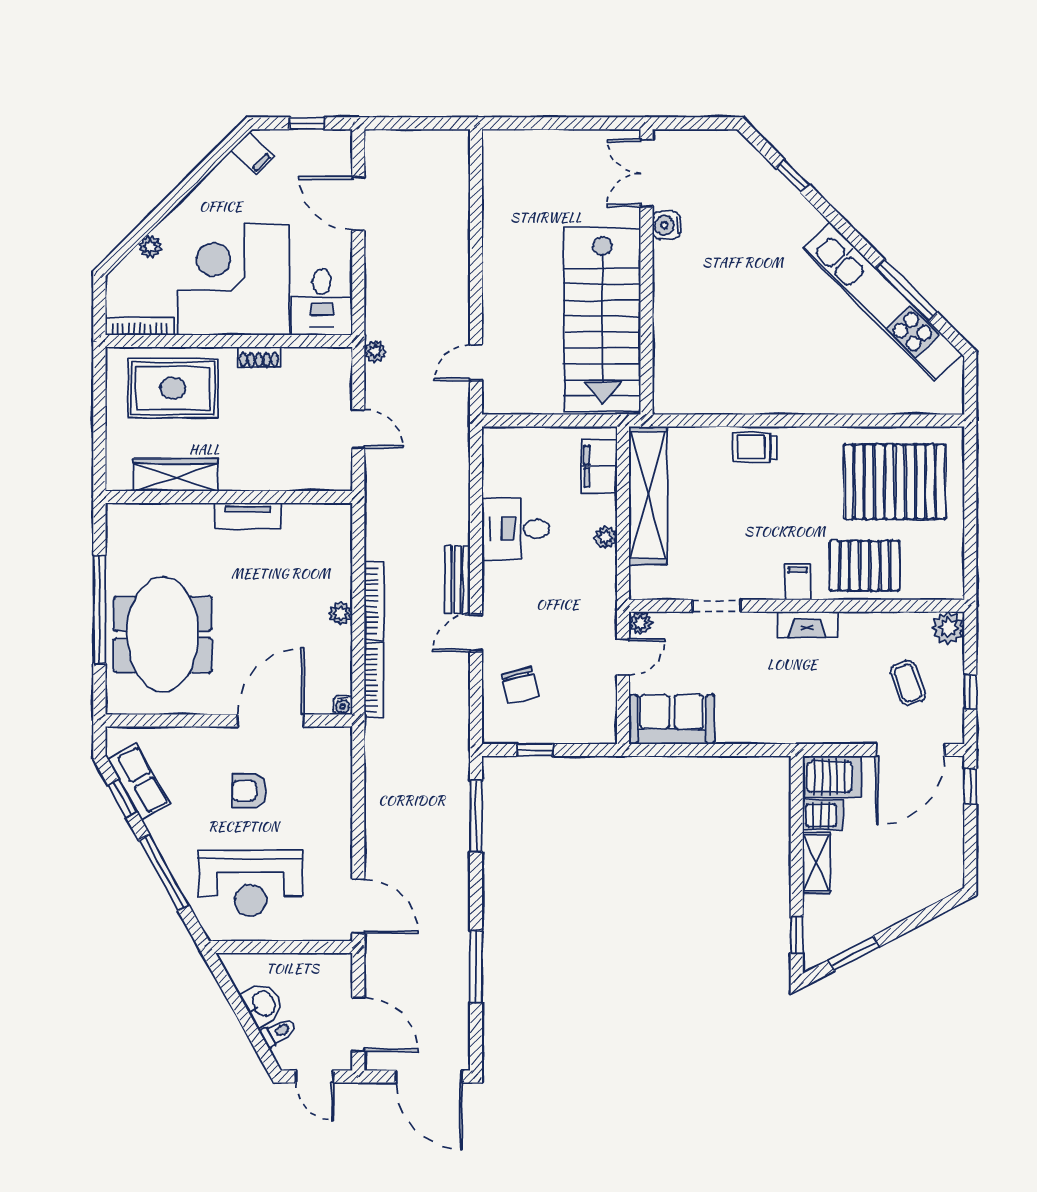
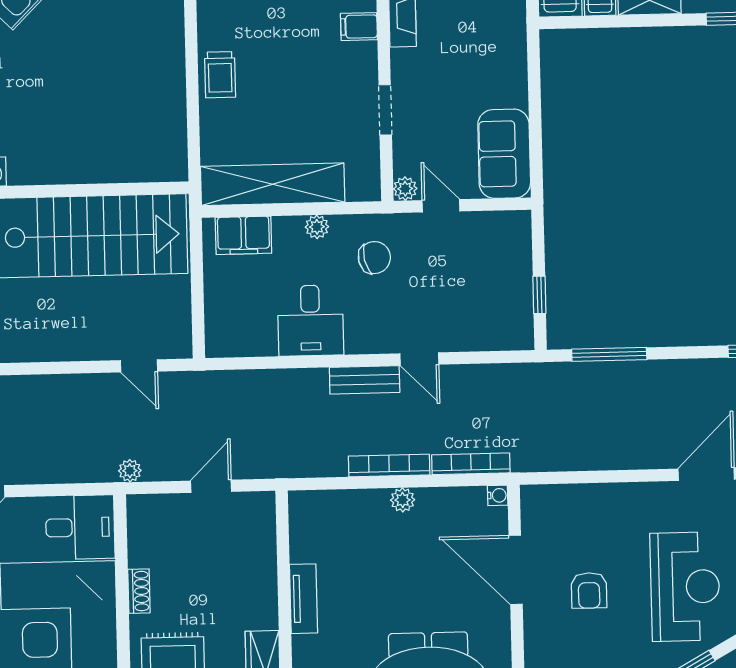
chair: (520, 685) -> (374, 258), moved

